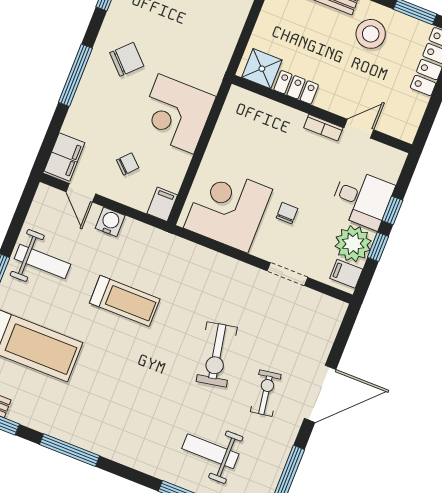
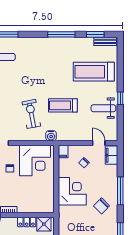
water cooler: (110, 222) -> (51, 136), moved
exercise bike: (217, 354) -> (31, 114), moved

